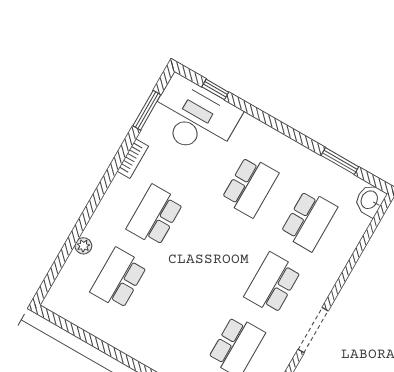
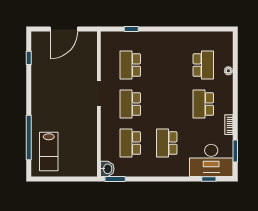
window: (340, 161) -> (115, 179), moved
school desk: (155, 216) -> (203, 104), turned 180
school desk: (273, 283) -> (130, 104), turned 180

